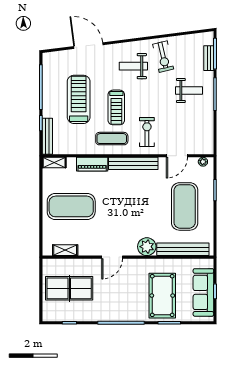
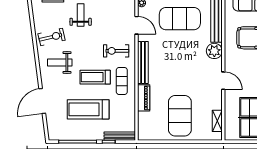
weight bench: (133, 66) -> (60, 63), turned 90
treadmill: (116, 107) -> (95, 77), turned 180
shelving: (54, 163) -> (142, 130), removed

